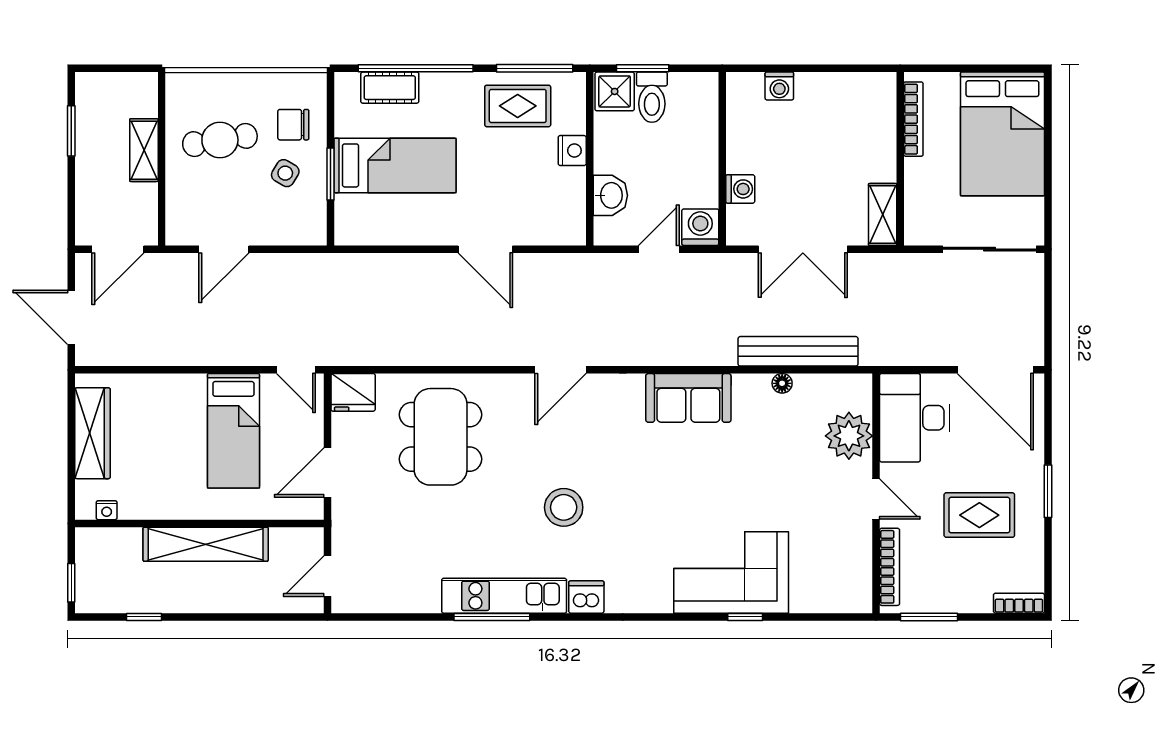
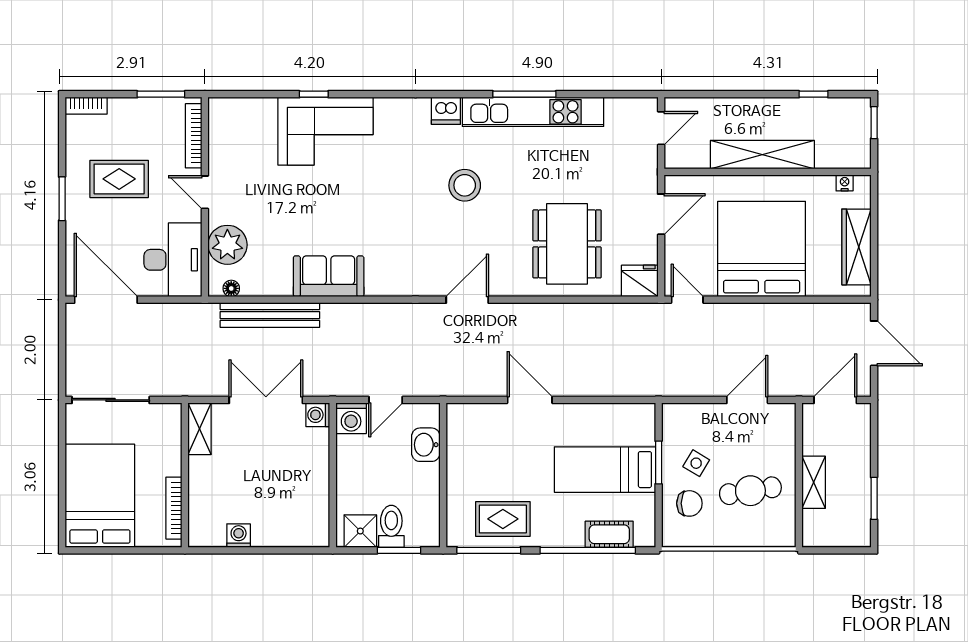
washing machine: (779, 86) -> (239, 536), moved
shower: (615, 91) -> (360, 531), moved
nightstand: (572, 151) -> (458, 482), removed
washing machine: (740, 189) -> (318, 415), moved
floor lamp: (782, 383) -> (231, 288), moved
sofa: (688, 398) -> (329, 276), moved
bed: (233, 431) -> (762, 249), width x2.04
kitchen unit: (504, 596) -> (533, 112), width x1.36

